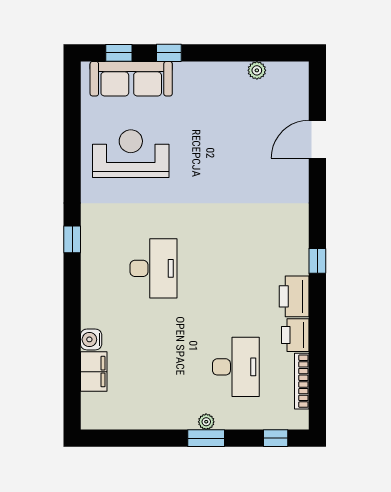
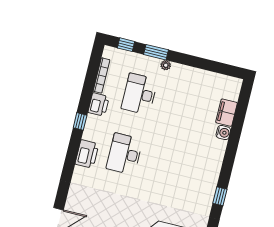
window: (317, 261) -> (80, 121), moved
desk: (153, 268) -> (125, 154), moved
printer: (294, 296) -> (87, 154), moved
window: (206, 438) -> (156, 52), moved

